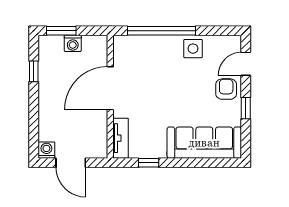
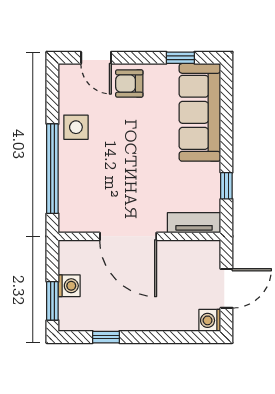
window: (246, 108) -> (180, 58), moved

